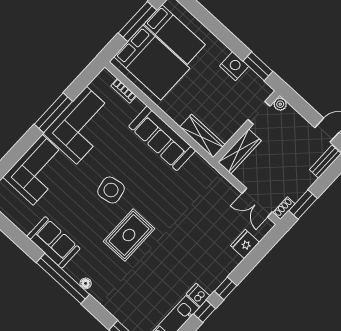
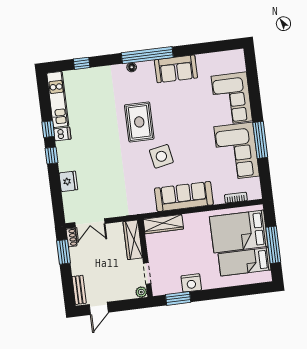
side table: (111, 190) -> (161, 156), moved
double door: (257, 203) -> (90, 223), swing flipped
fridge: (245, 244) -> (68, 181), moved

